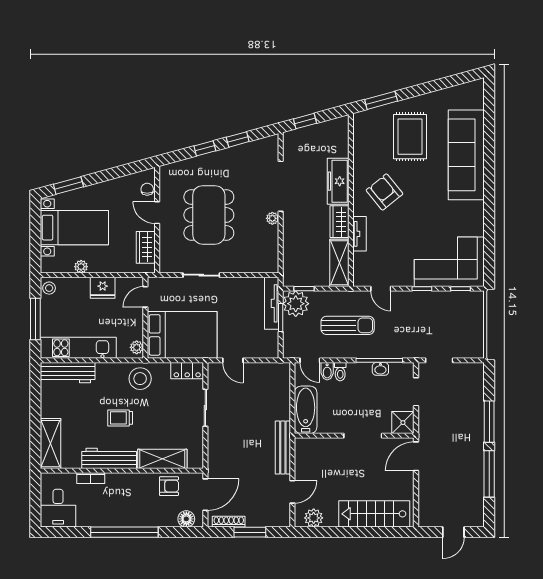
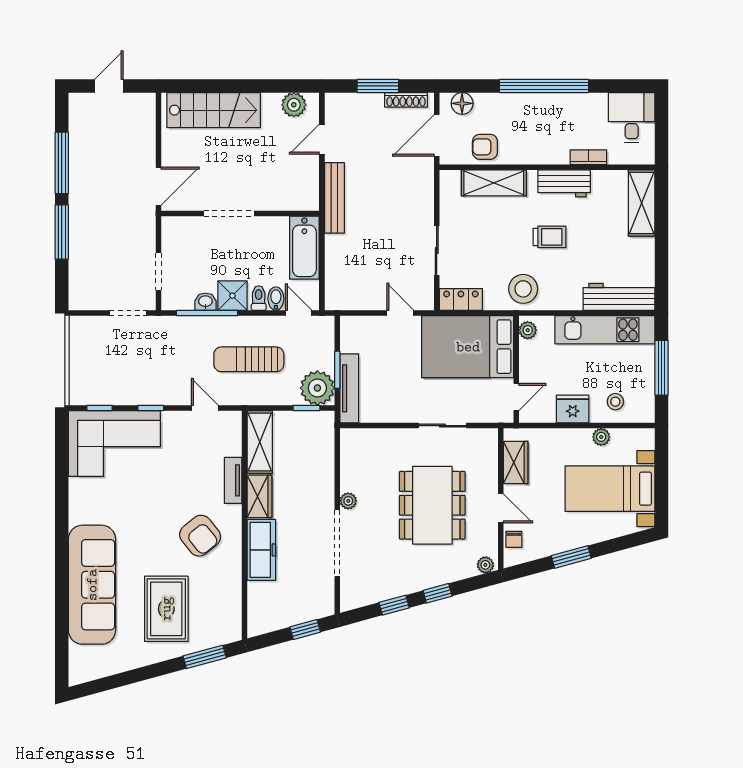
plant: (169, 170) -> (485, 565), added
window: (68, 186) -> (571, 557), moved
stool: (49, 288) -> (615, 402), moved
shower: (403, 423) -> (232, 296), moved
workbench: (109, 458) -> (564, 183), width x0.73

